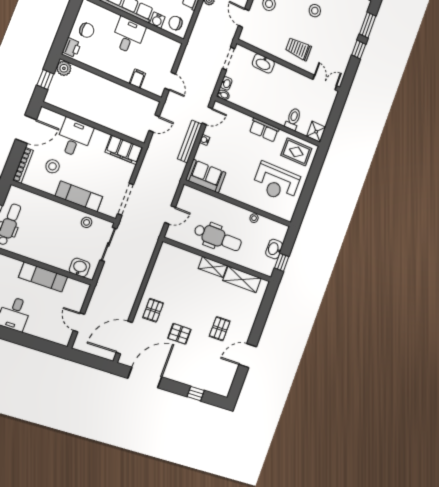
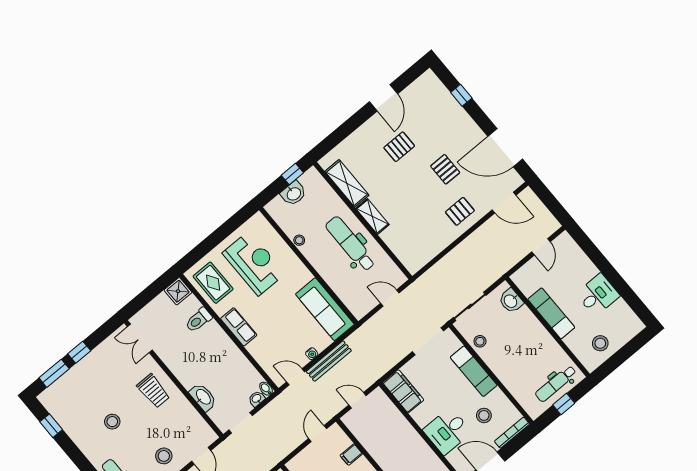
sofa: (206, 176) -> (325, 309), width x1.36
door: (124, 337) -> (504, 203), width x0.73
door: (248, 356) -> (383, 98), hinge flipped

